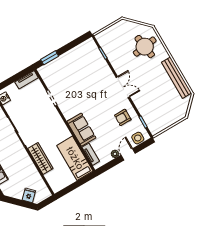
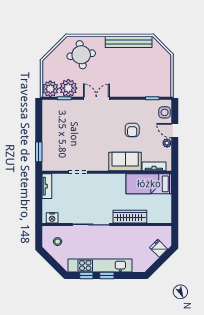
plant: (104, 38) -> (50, 89), added
plant: (113, 52) -> (68, 88), added
double door: (123, 87) -> (96, 98), moved
armchair: (123, 117) -> (132, 130), moved

